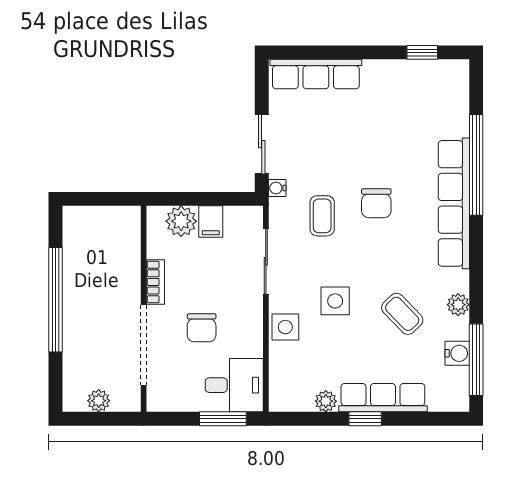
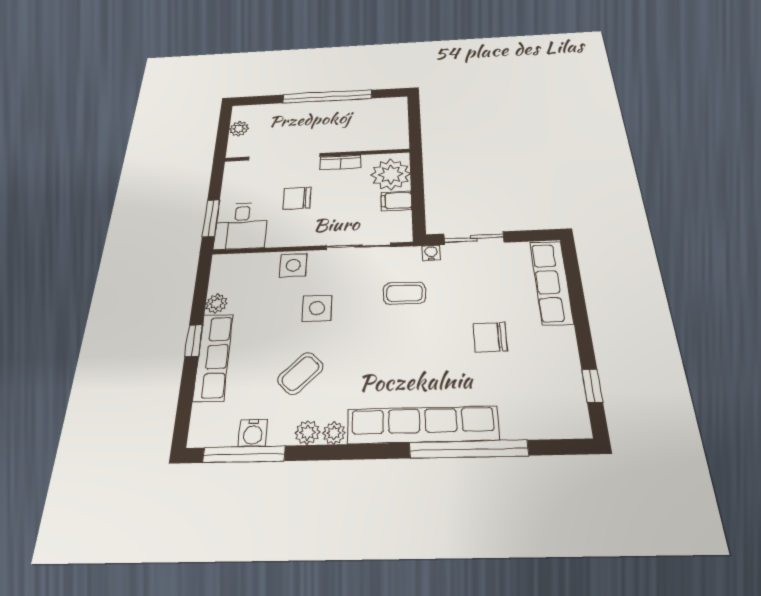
chair: (376, 203) -> (490, 337), moved
plant: (181, 221) -> (391, 174), width x1.36, depth x1.36
plant: (459, 281) -> (334, 433), added

